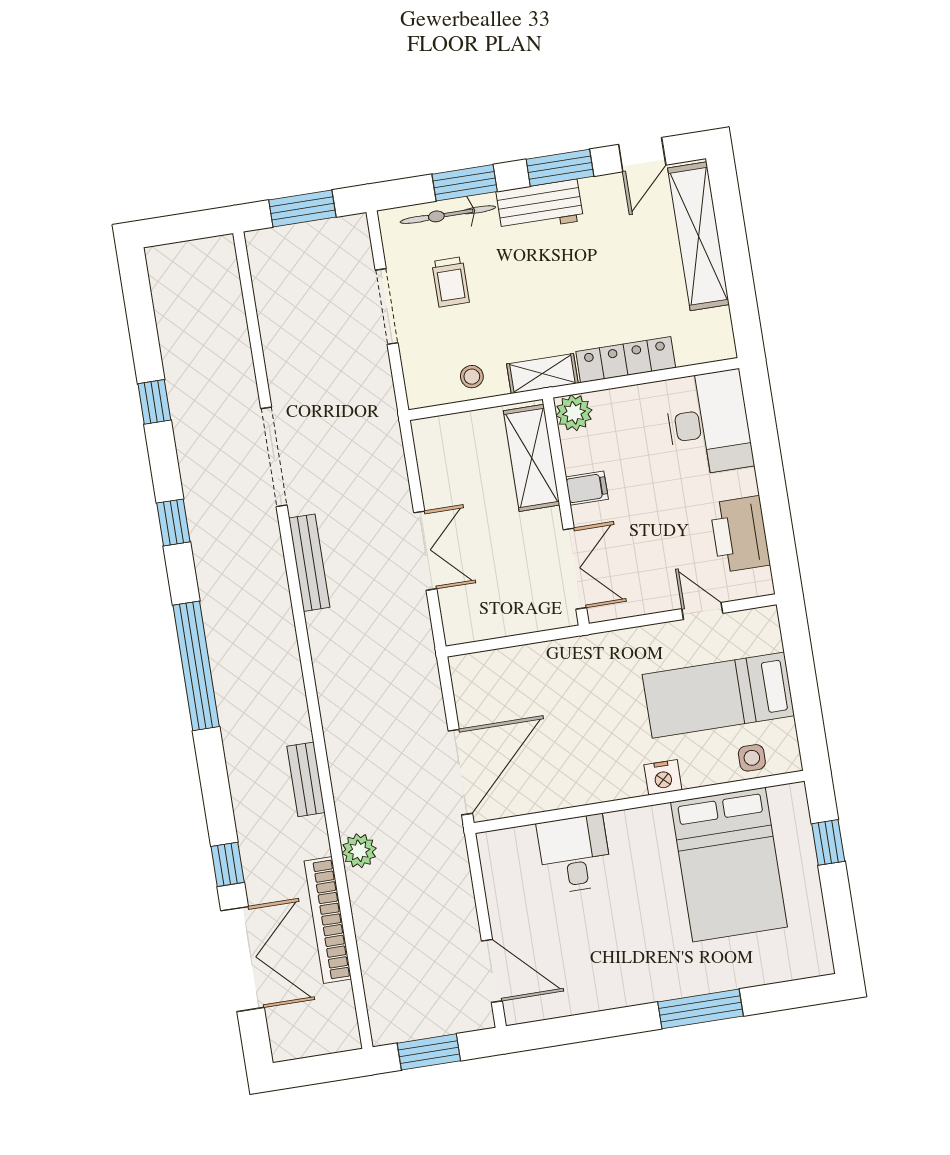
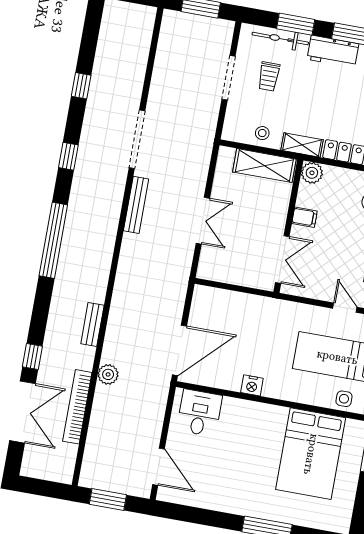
shelving: (532, 458) -> (264, 166), moved, turned 90
nightstand: (663, 777) -> (252, 385), moved
desk: (575, 854) -> (199, 413), moved

